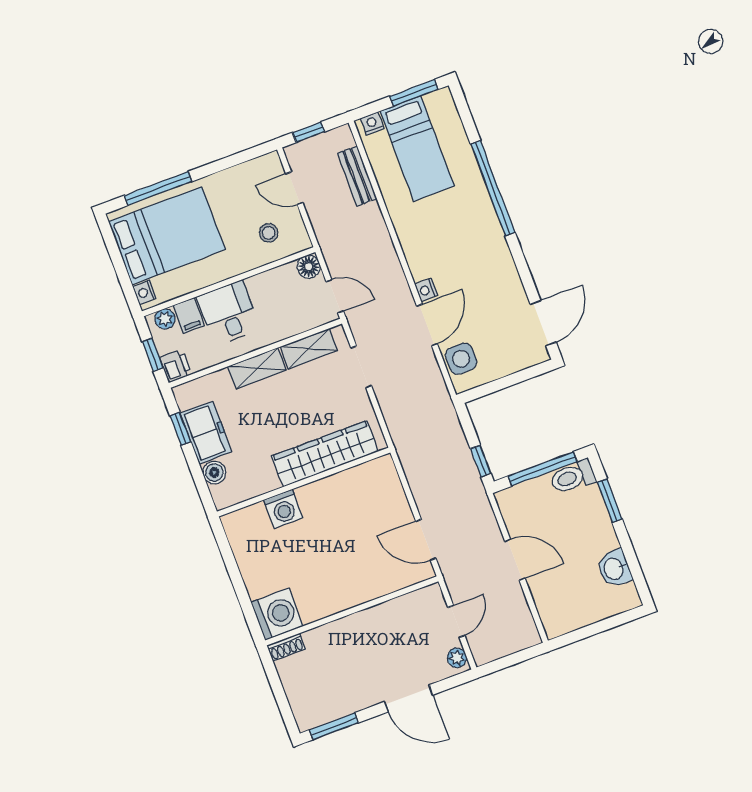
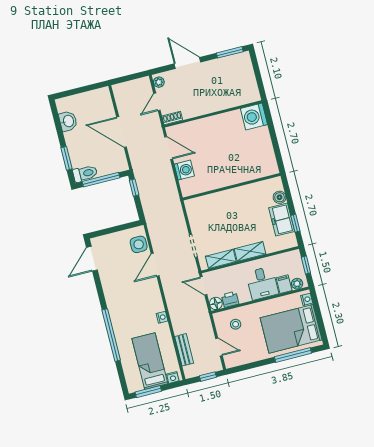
nightstand: (426, 290) -> (162, 317), moved
printer: (175, 366) -> (230, 299), moved, turned 90
wardrobe: (325, 454) -> (218, 201), removed
washing machine: (283, 509) -> (184, 170), moved, turned 90
door: (515, 560) -> (122, 132), width x1.36
shoe rack: (286, 647) -> (172, 118), moved

